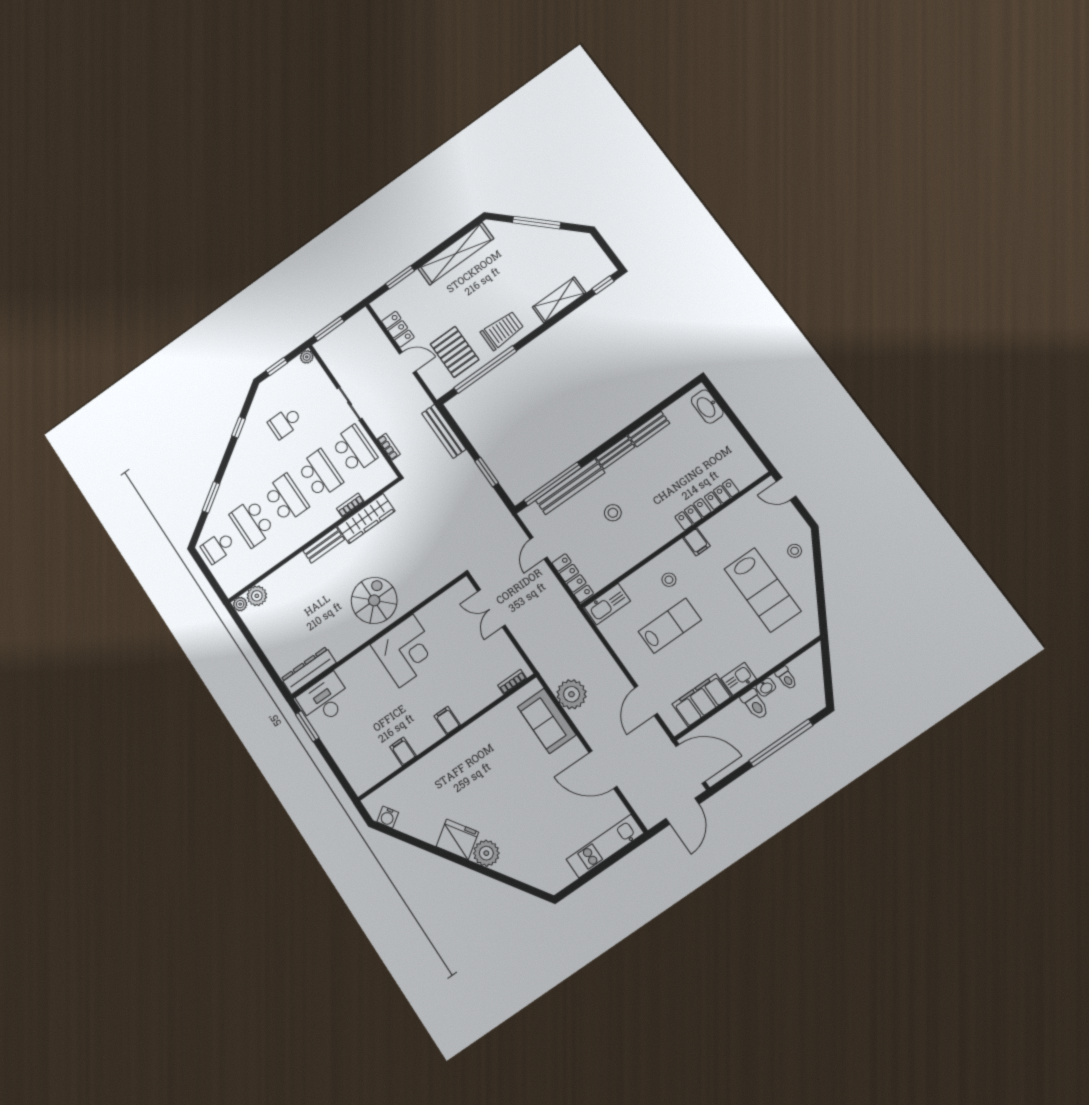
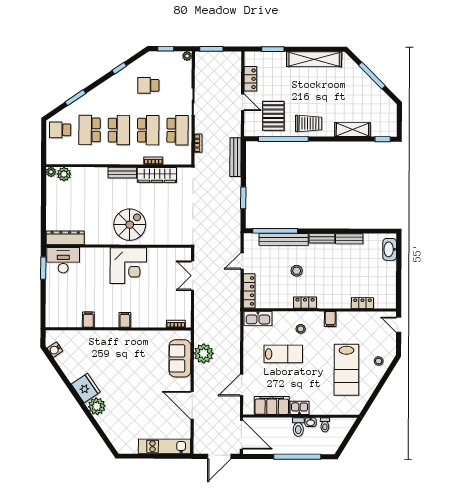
locker: (693, 514) -> (305, 303), moved

